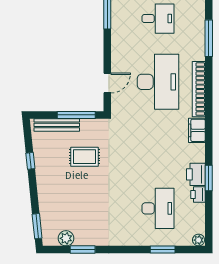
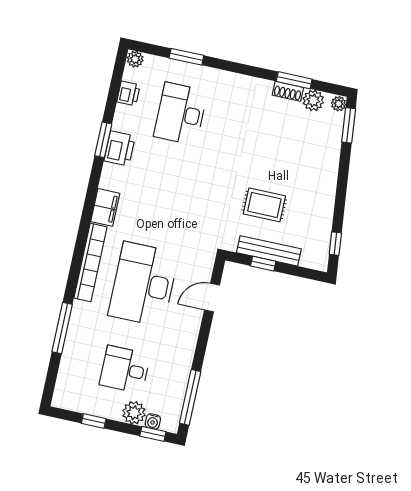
window: (76, 115) -> (263, 264), width x0.46
bench: (57, 125) -> (269, 251), moved
window: (30, 161) -> (335, 244), moved
printer: (198, 195) -> (128, 93), moved
plant: (48, 240) -> (339, 104), added
shoe rack: (85, 241) -> (288, 91), added

